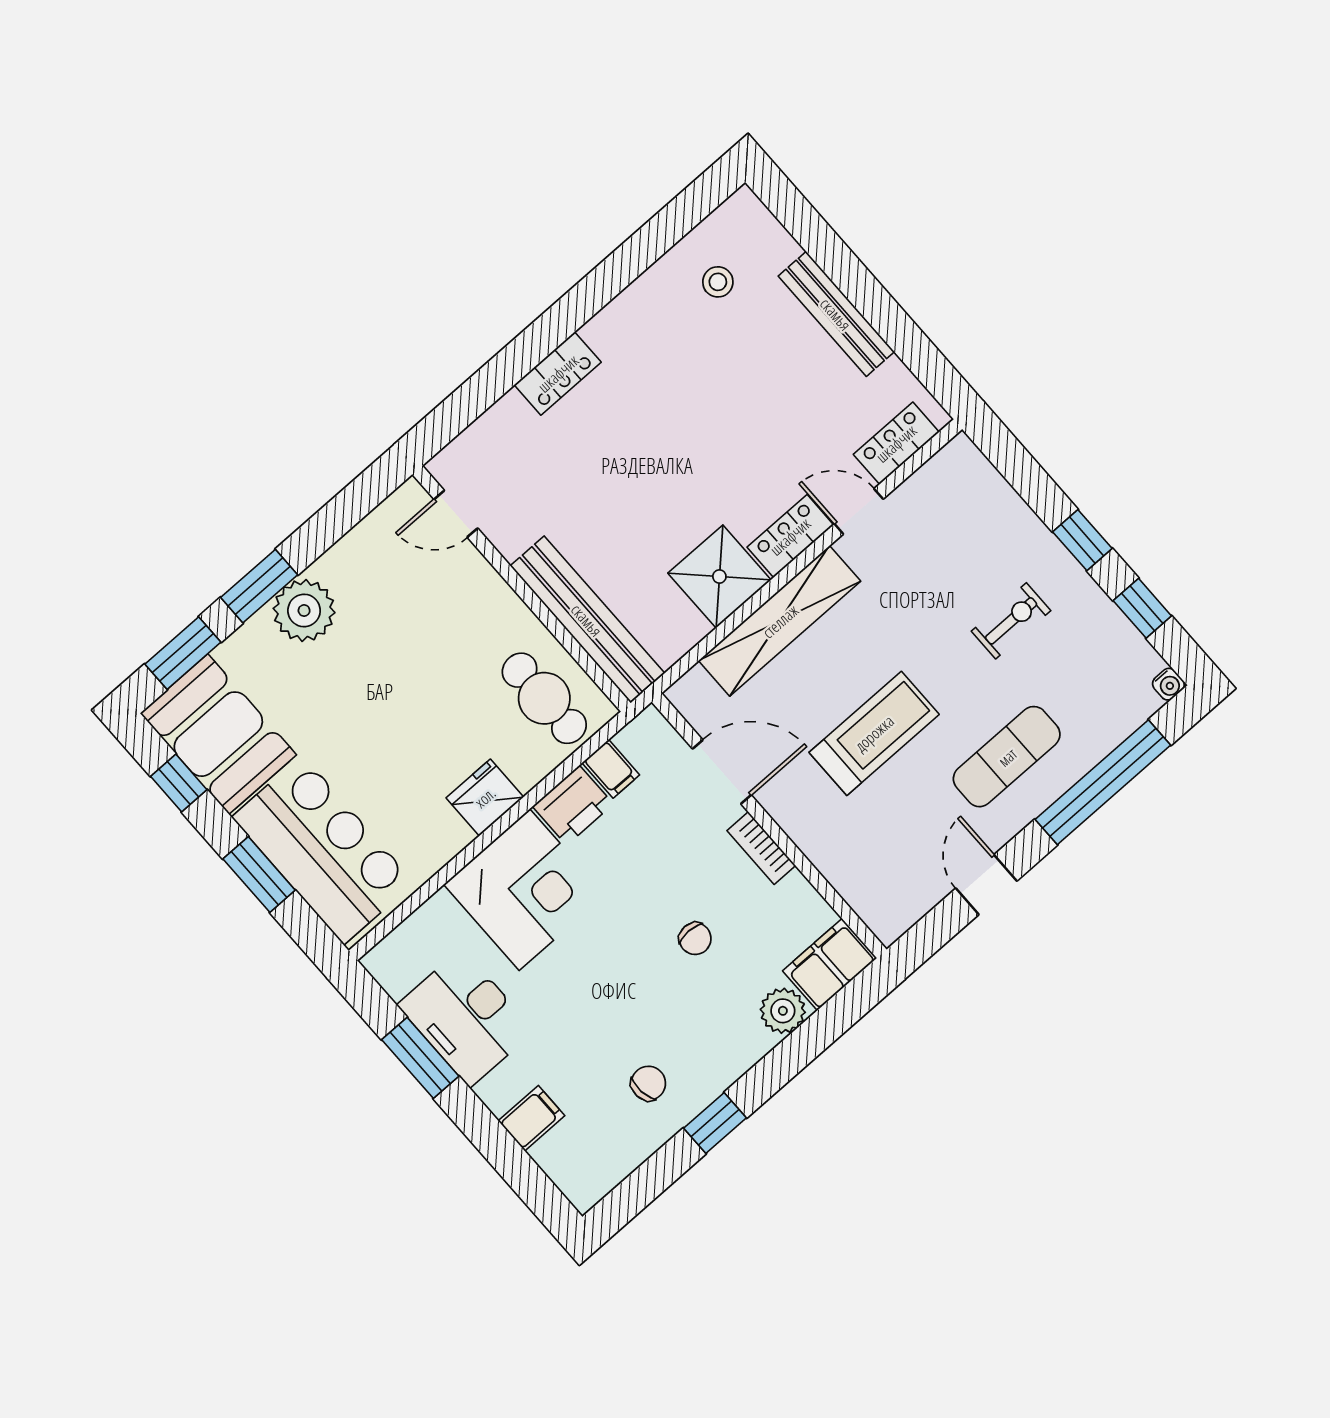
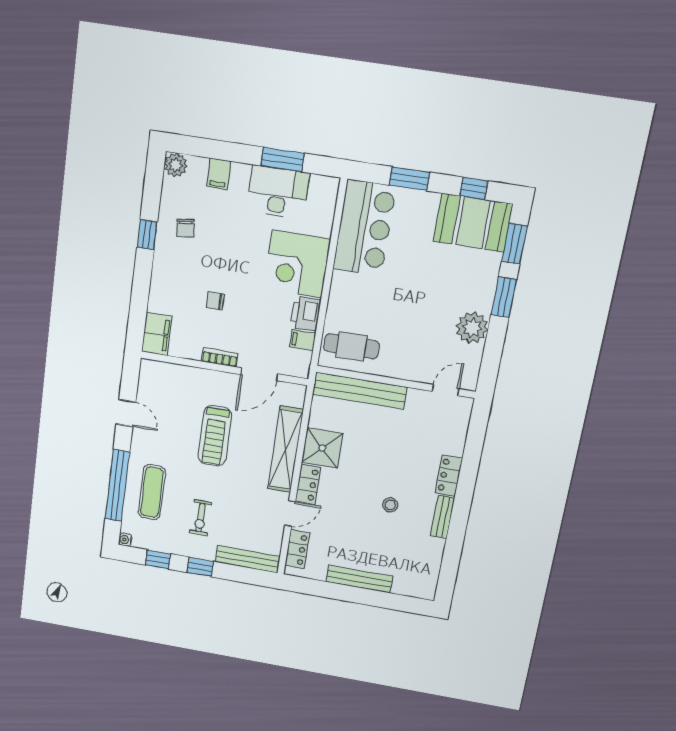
stool: (718, 282) -> (390, 505), moved
bench: (620, 313) -> (443, 517), added
bench: (992, 491) -> (248, 559), added
plant: (304, 610) -> (472, 328), moved
exercise mat: (1007, 757) -> (152, 492), moved
fridge: (485, 797) -> (343, 288), removed
bar counter: (323, 850) -> (364, 228), moved, turned -90
plant: (783, 1011) -> (176, 165), moved

